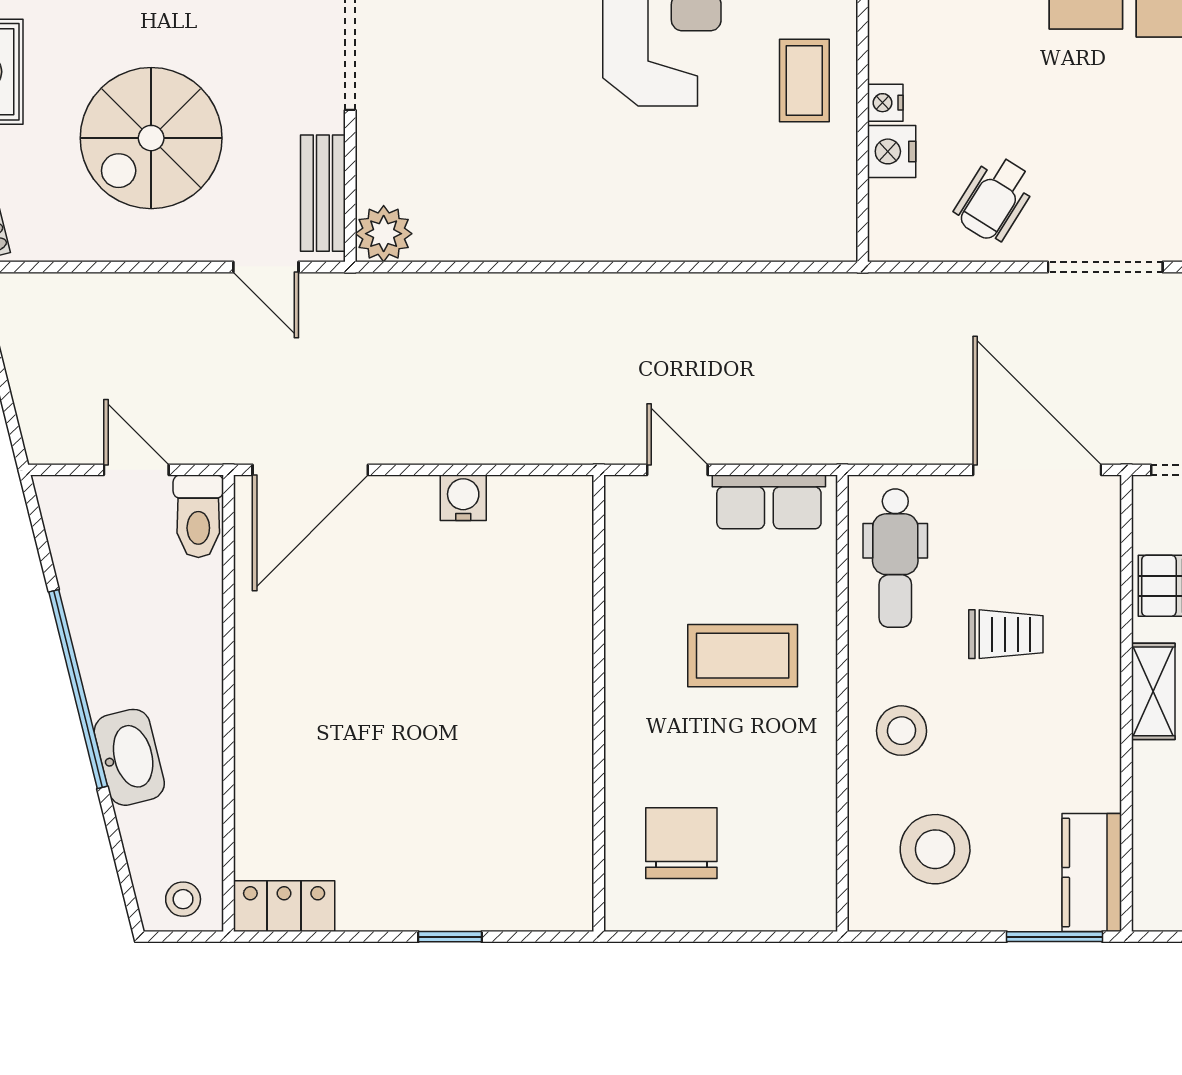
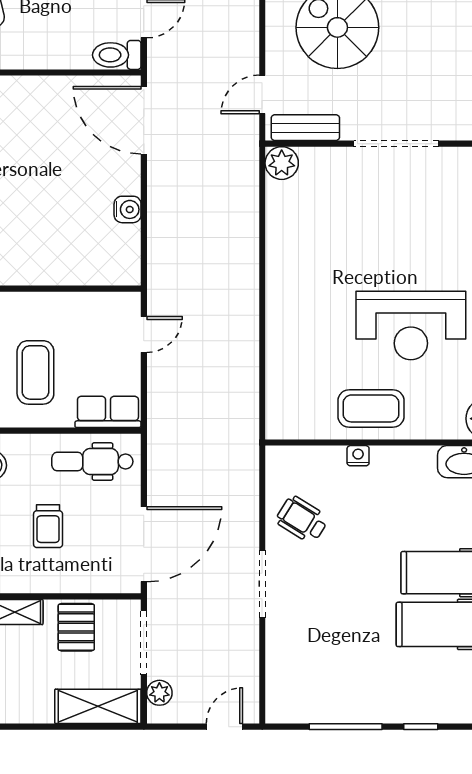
coffee table: (804, 81) -> (371, 408), width x1.36, depth x1.30
nightstand: (892, 151) -> (330, 459), removed
row of seats: (769, 502) -> (108, 412), moved, turned 90

